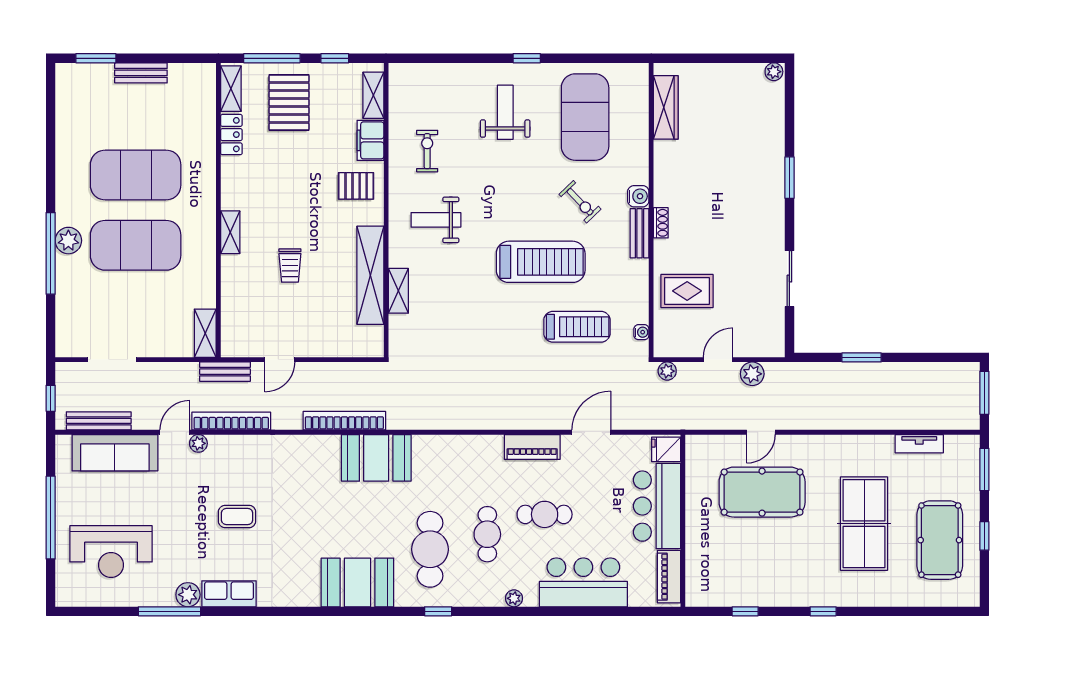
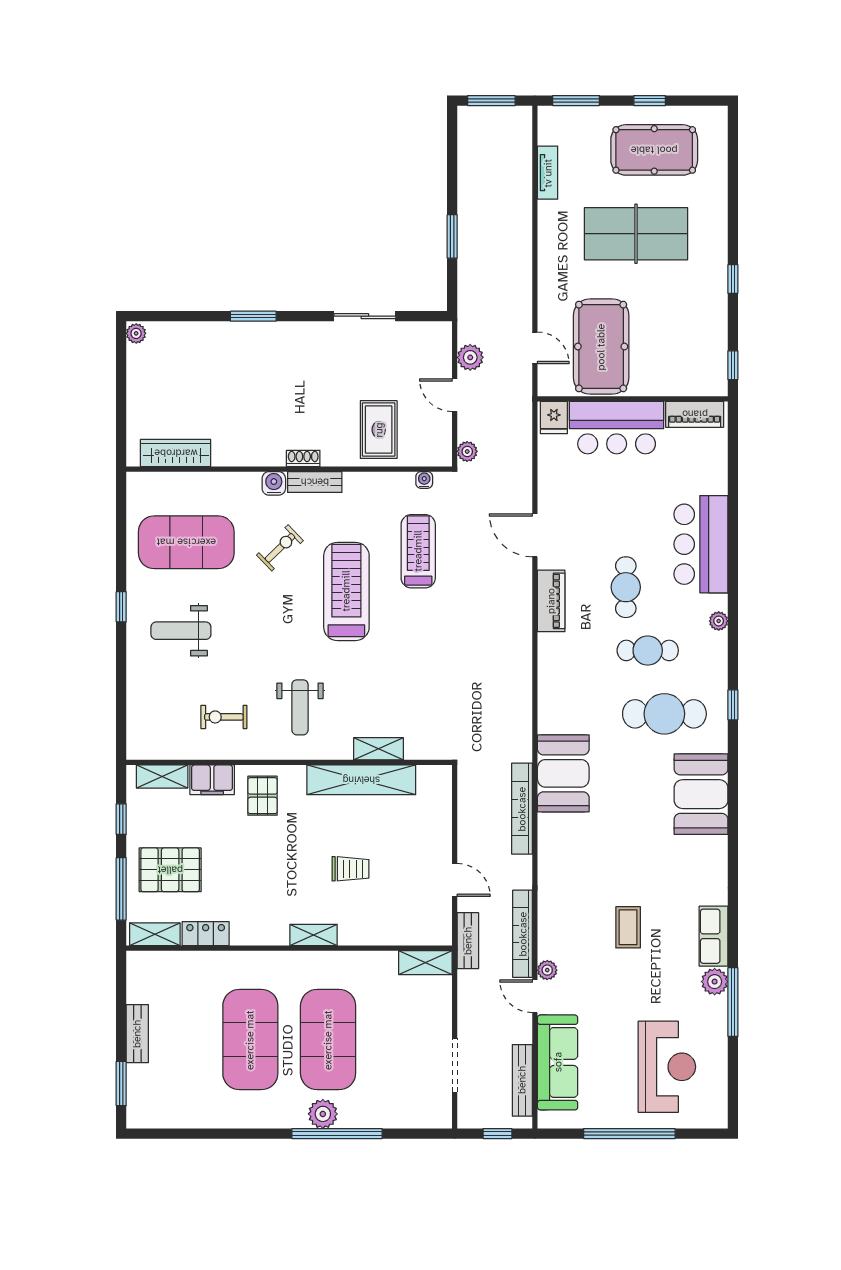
fridge: (666, 449) -> (554, 418), moved
bar counter: (657, 506) -> (617, 428), moved
wall: (683, 521) -> (633, 399), moved
piano: (669, 577) -> (695, 414), moved

